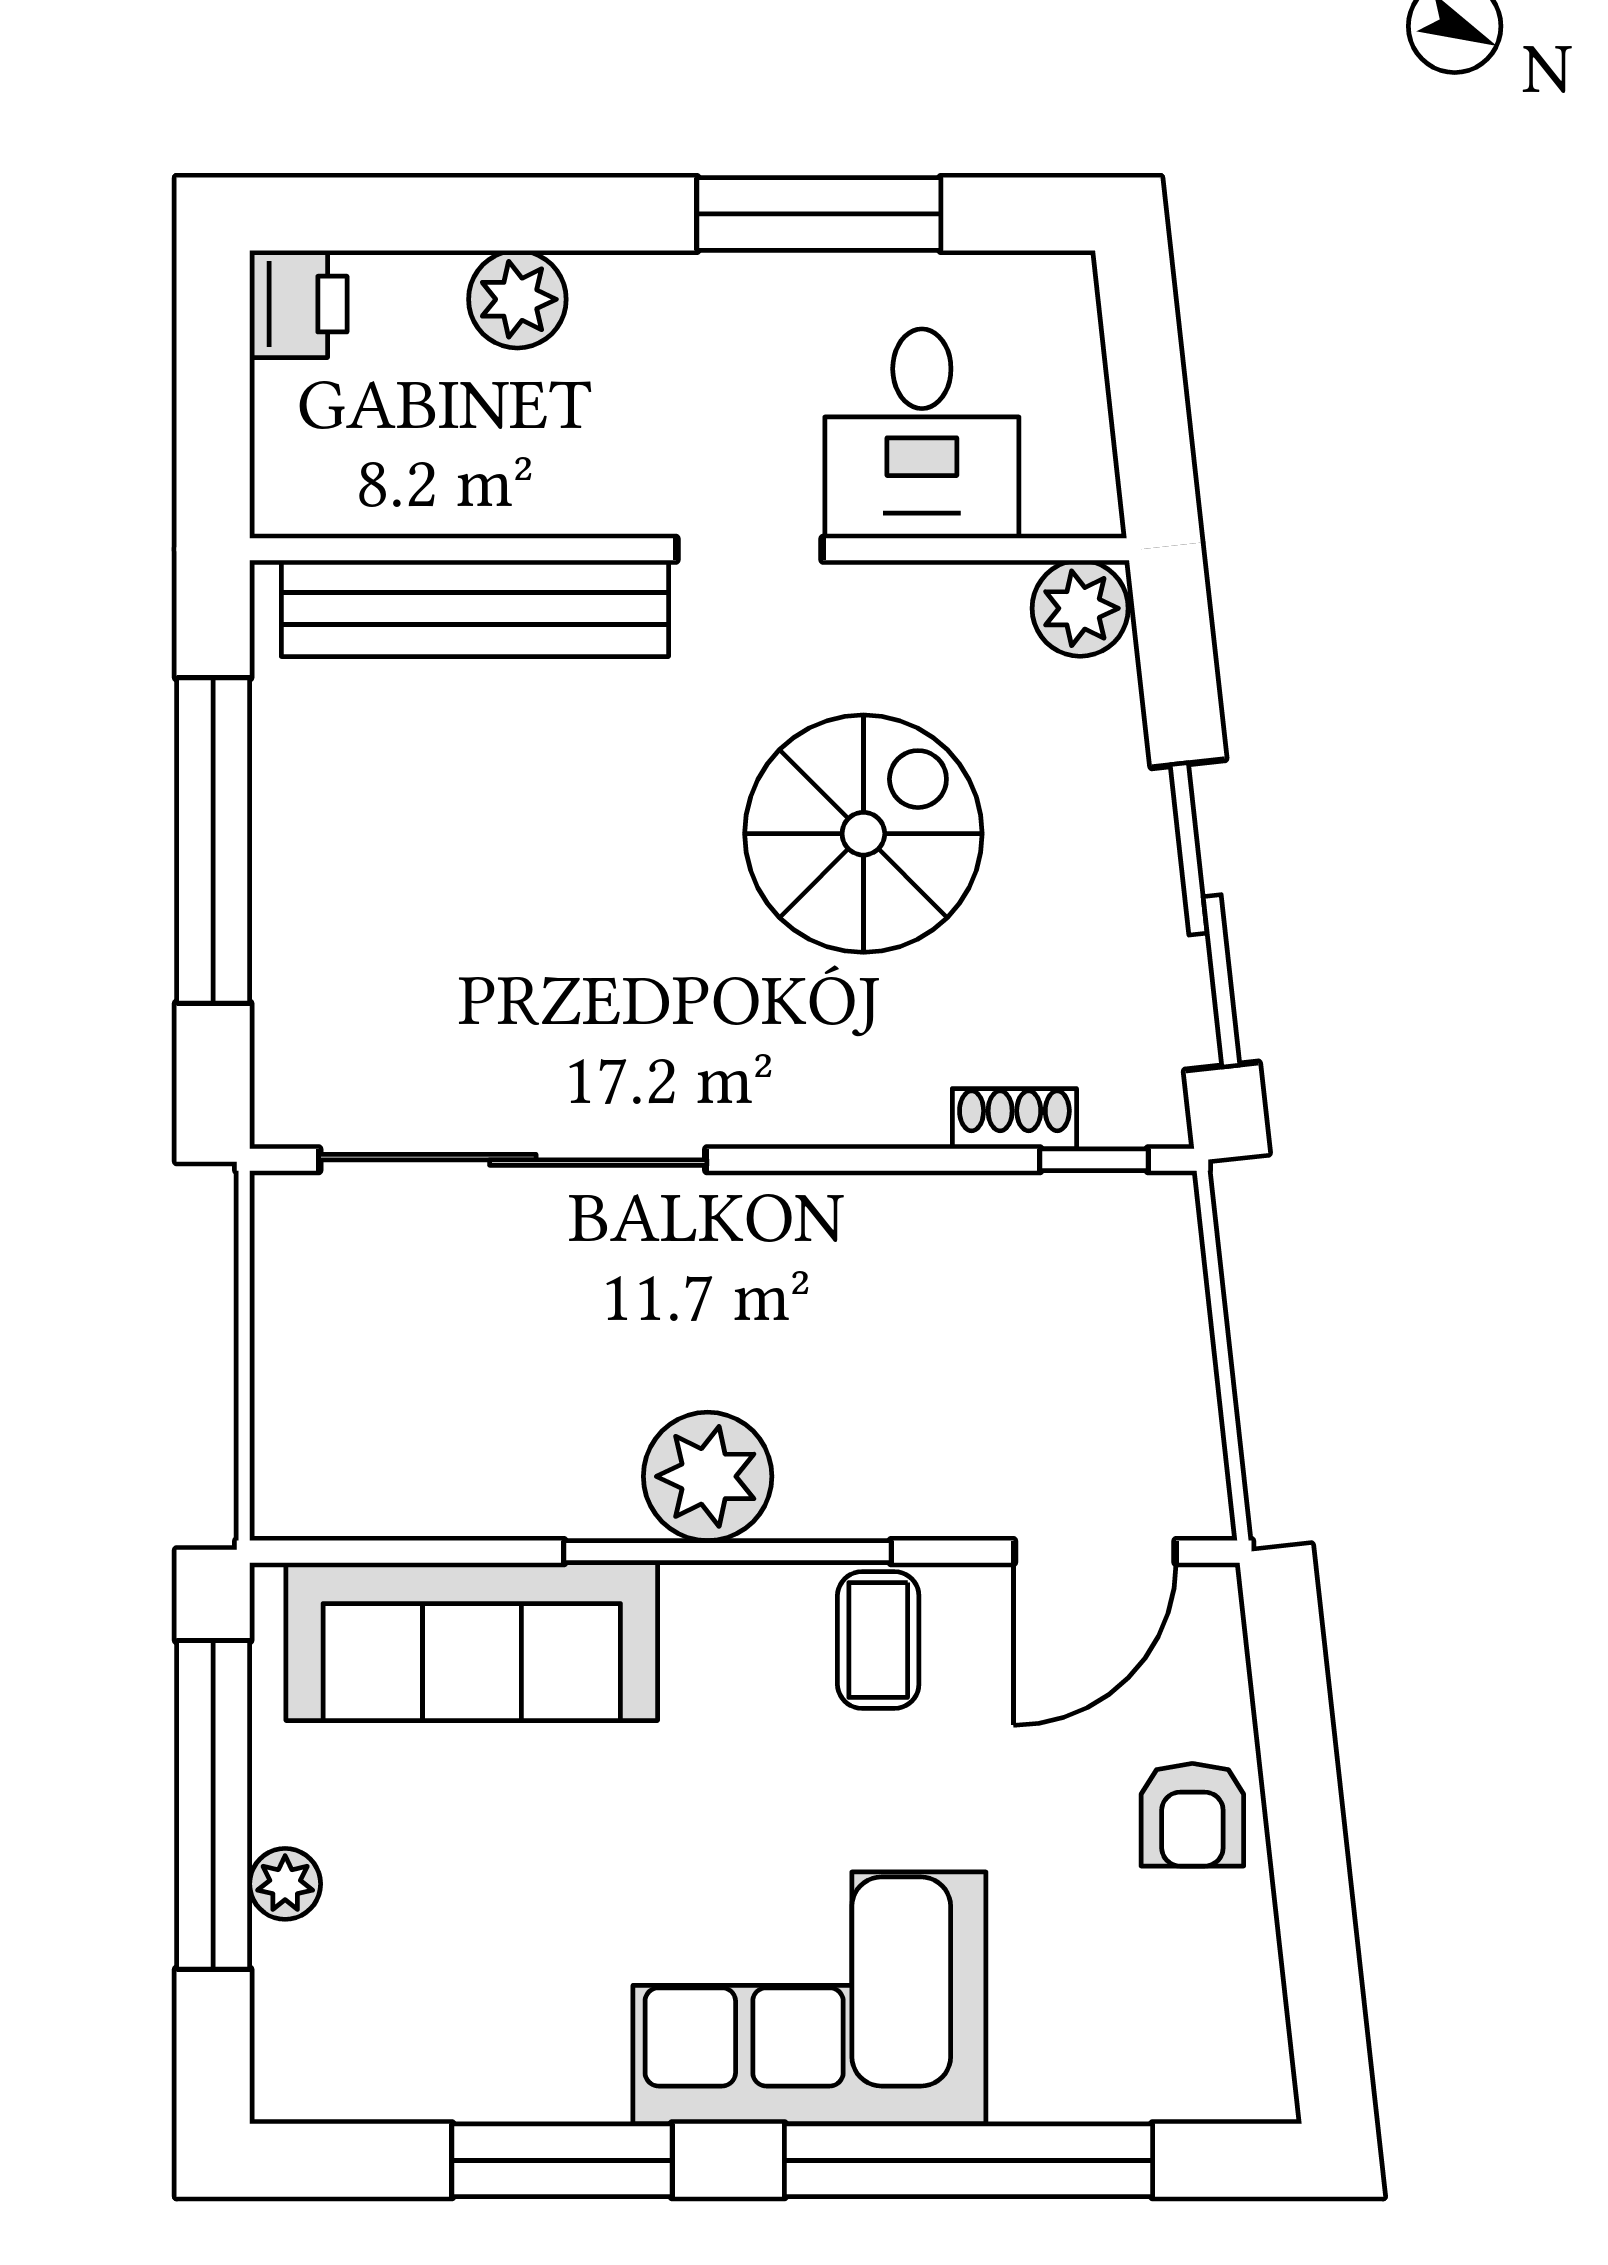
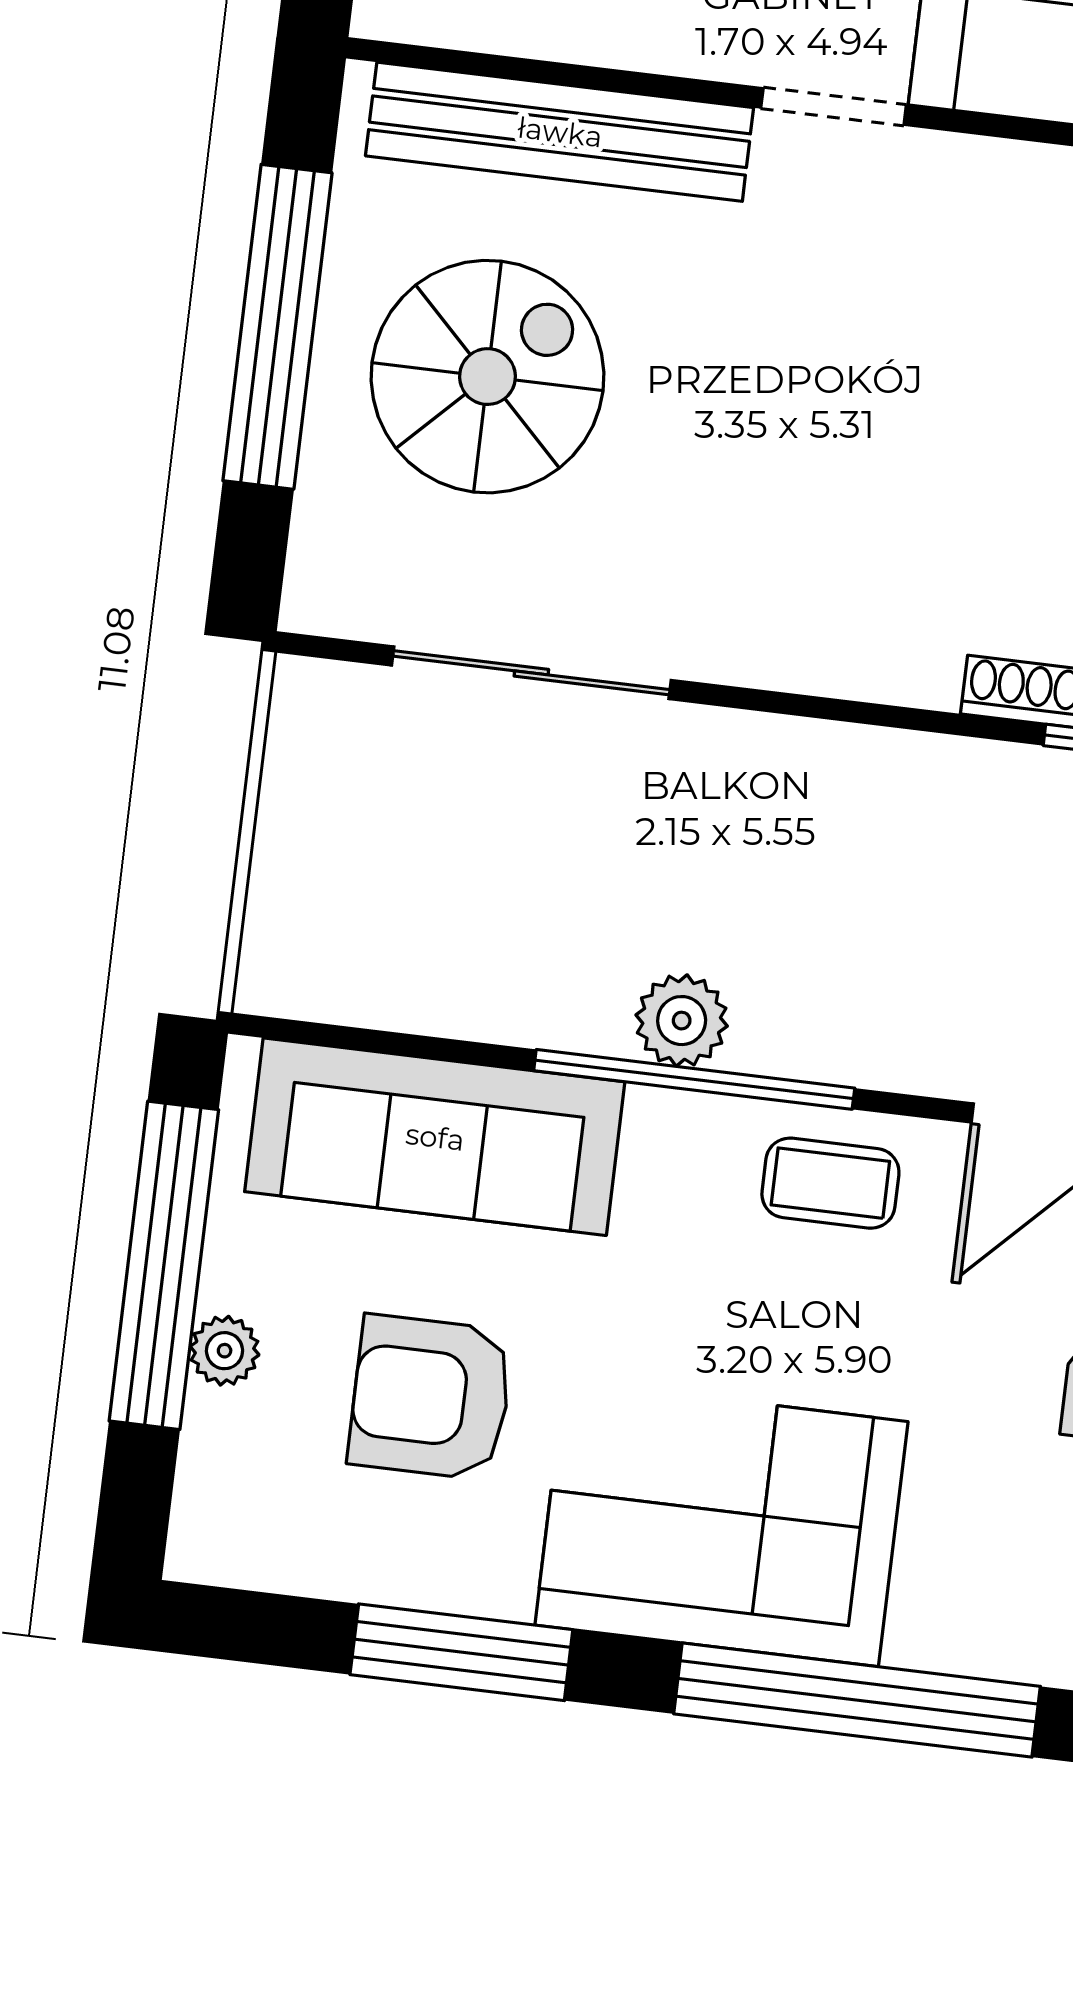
spiral stairs: (863, 834) -> (488, 377), moved
sliding door: (513, 1160) -> (531, 673), width x0.73
plant: (708, 1476) -> (682, 1021), width x0.73, depth x0.73
coffee table: (878, 1640) -> (830, 1183), turned 90
armchair: (500, 1906) -> (431, 1397), added

